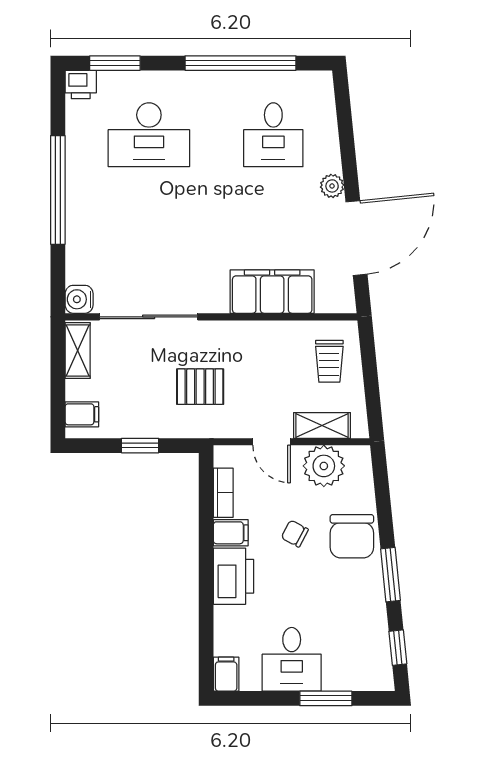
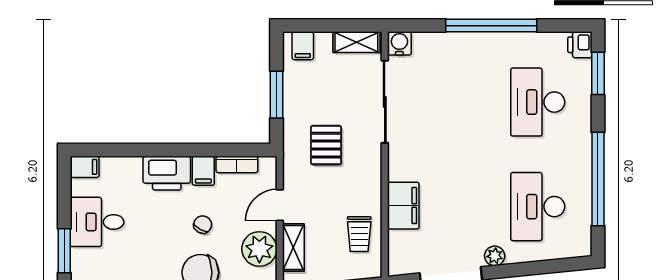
desk: (273, 135) -> (538, 207), width x1.37
filing cabinet: (272, 292) -> (403, 206), width x0.67, depth x0.86
trolley: (329, 361) -> (359, 234), moved, turned -90
window: (140, 446) -> (277, 95), width x1.50

